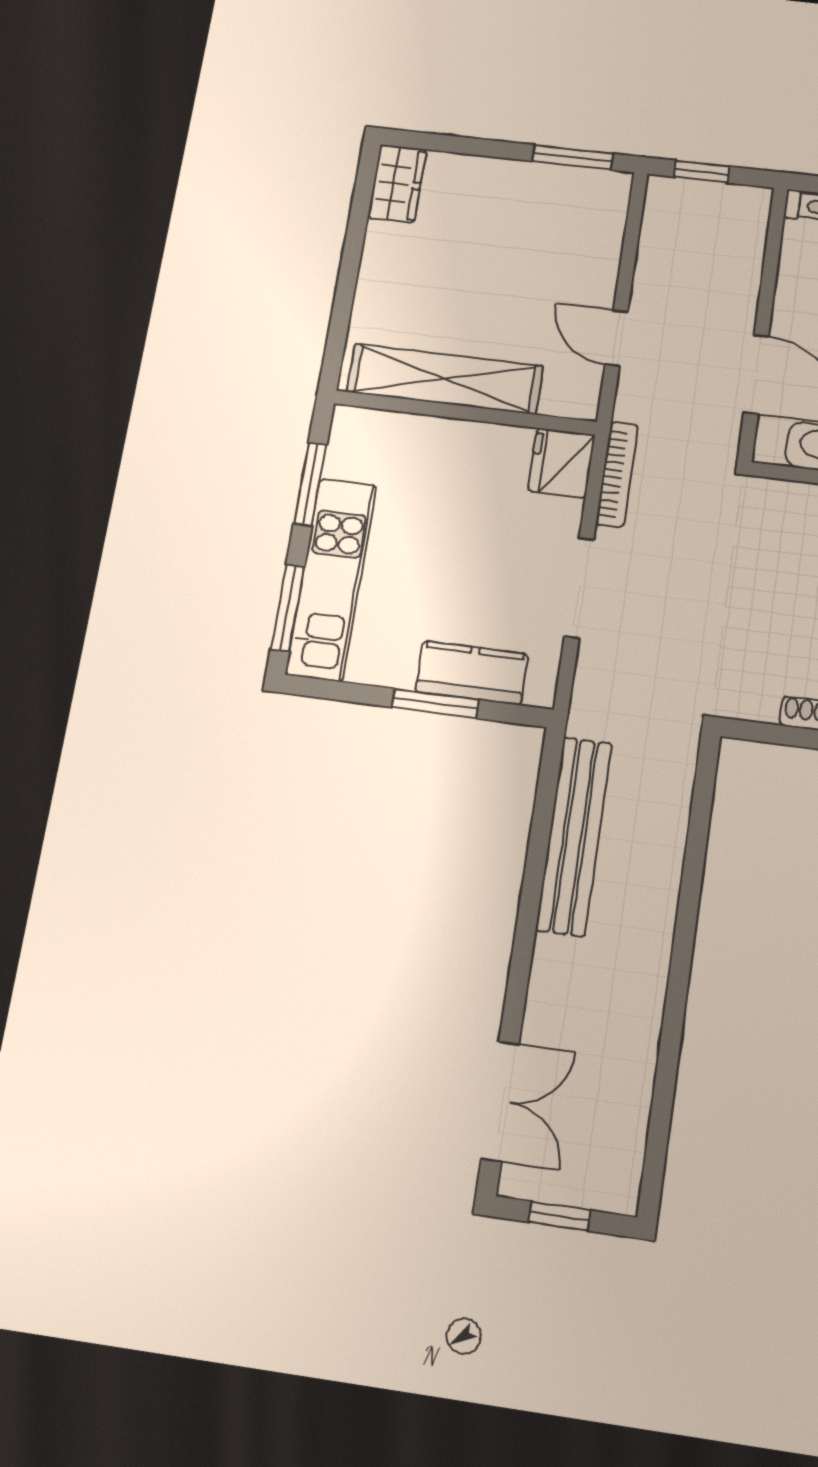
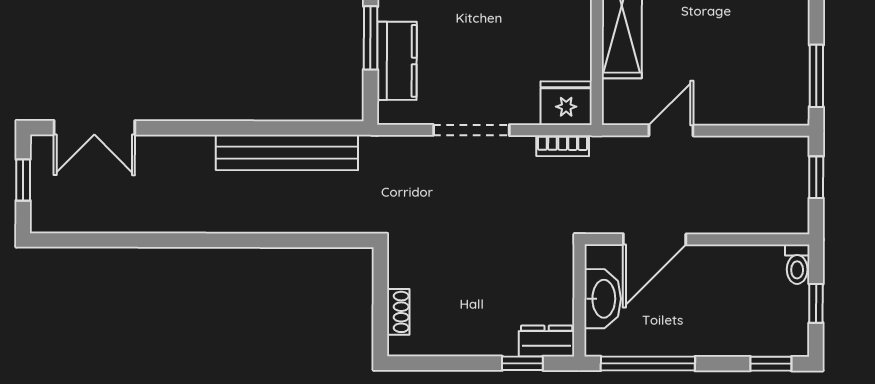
bookcase: (617, 474) -> (563, 146), width x0.64

